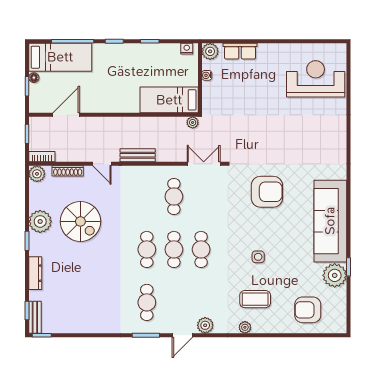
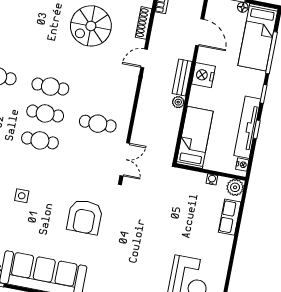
tv unit: (150, 51) -> (247, 127), added
nightstand: (107, 103) -> (203, 75), added
plant: (193, 122) -> (178, 102), moved
bench: (138, 155) -> (182, 77), moved

